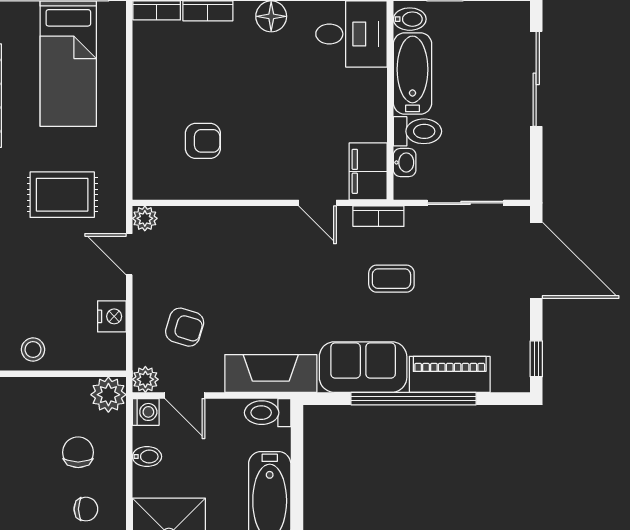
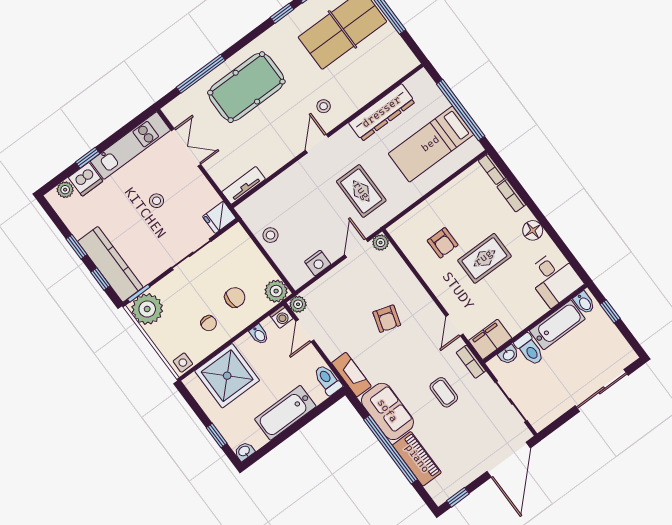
rug: (261, 103) -> (484, 258), added
armchair: (185, 327) -> (387, 319), moved
fireplace: (271, 373) -> (351, 375), width x0.73, depth x0.76

